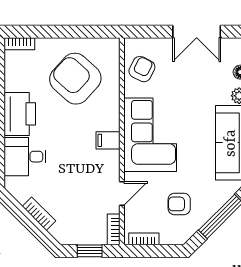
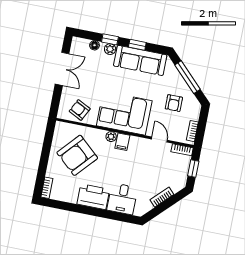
plant: (112, 122) -> (111, 137), added

